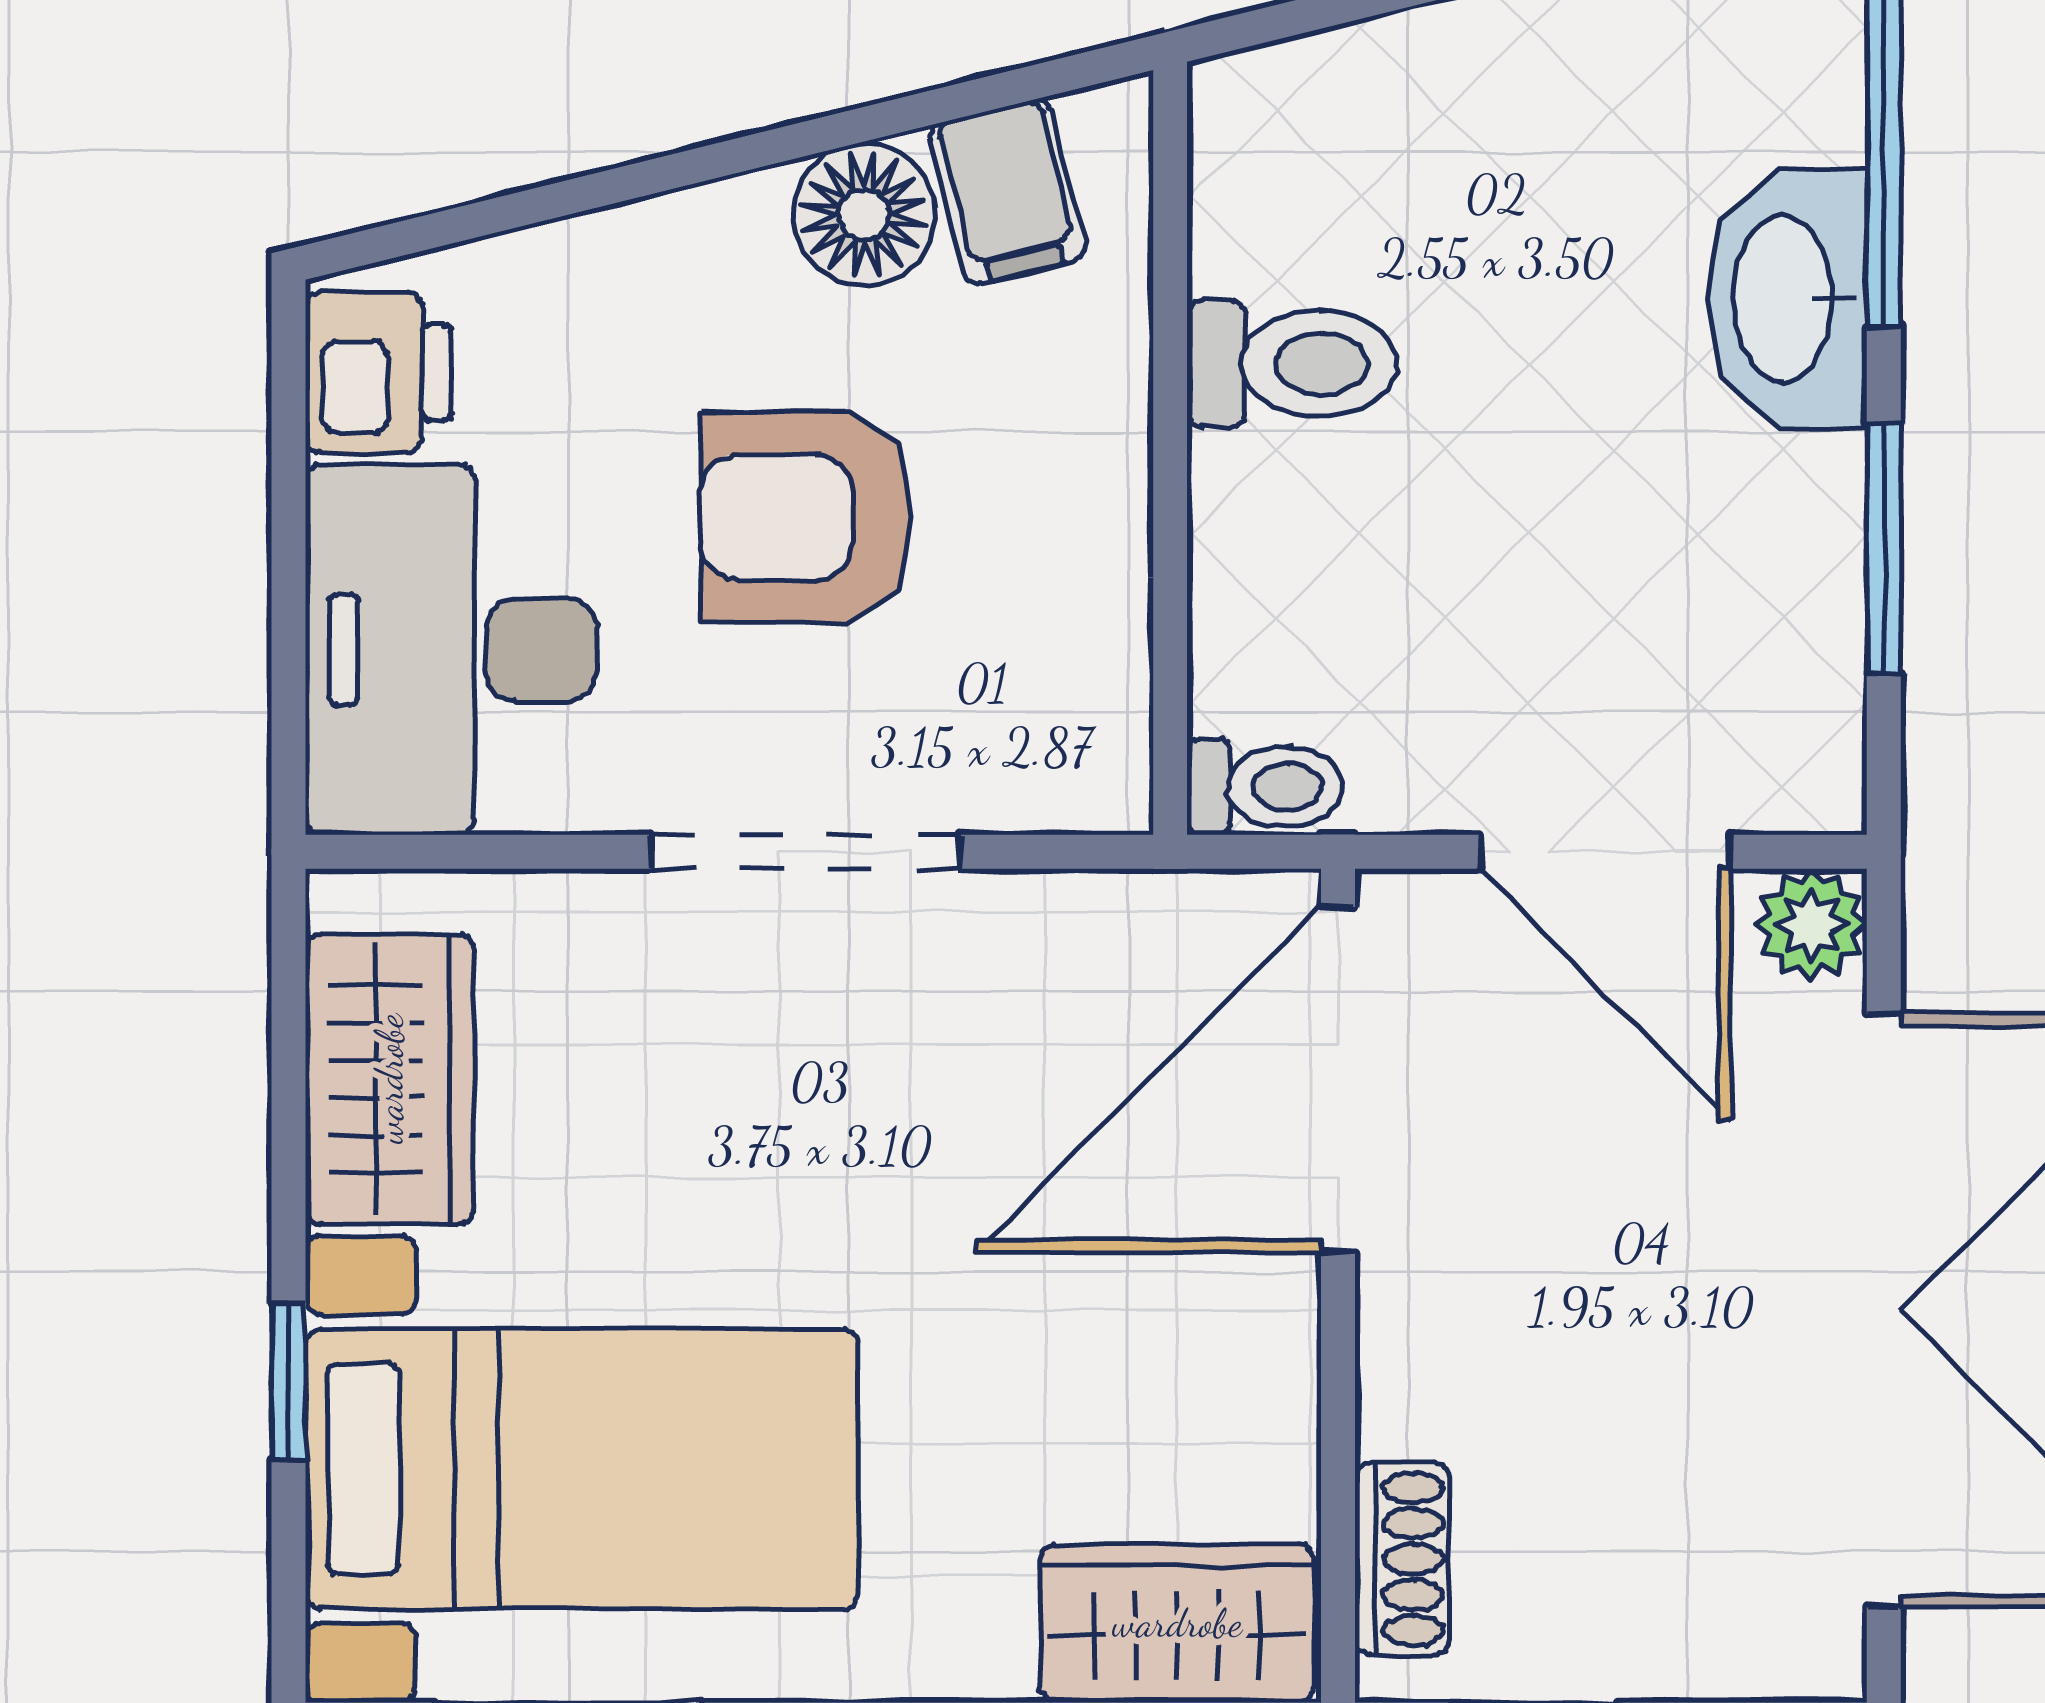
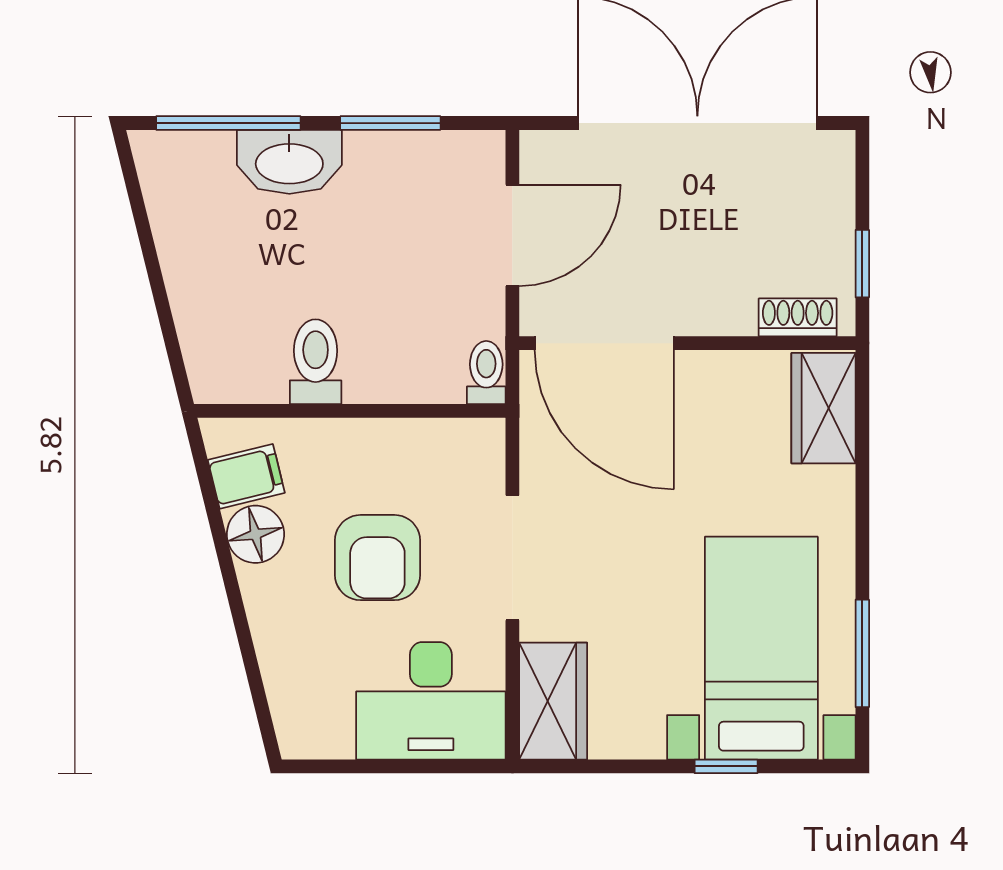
printer: (379, 372) -> (319, 730), removed
plant: (1811, 925) -> (542, 152), removed
wardrobe: (389, 1079) -> (553, 701), moved, turned 90

